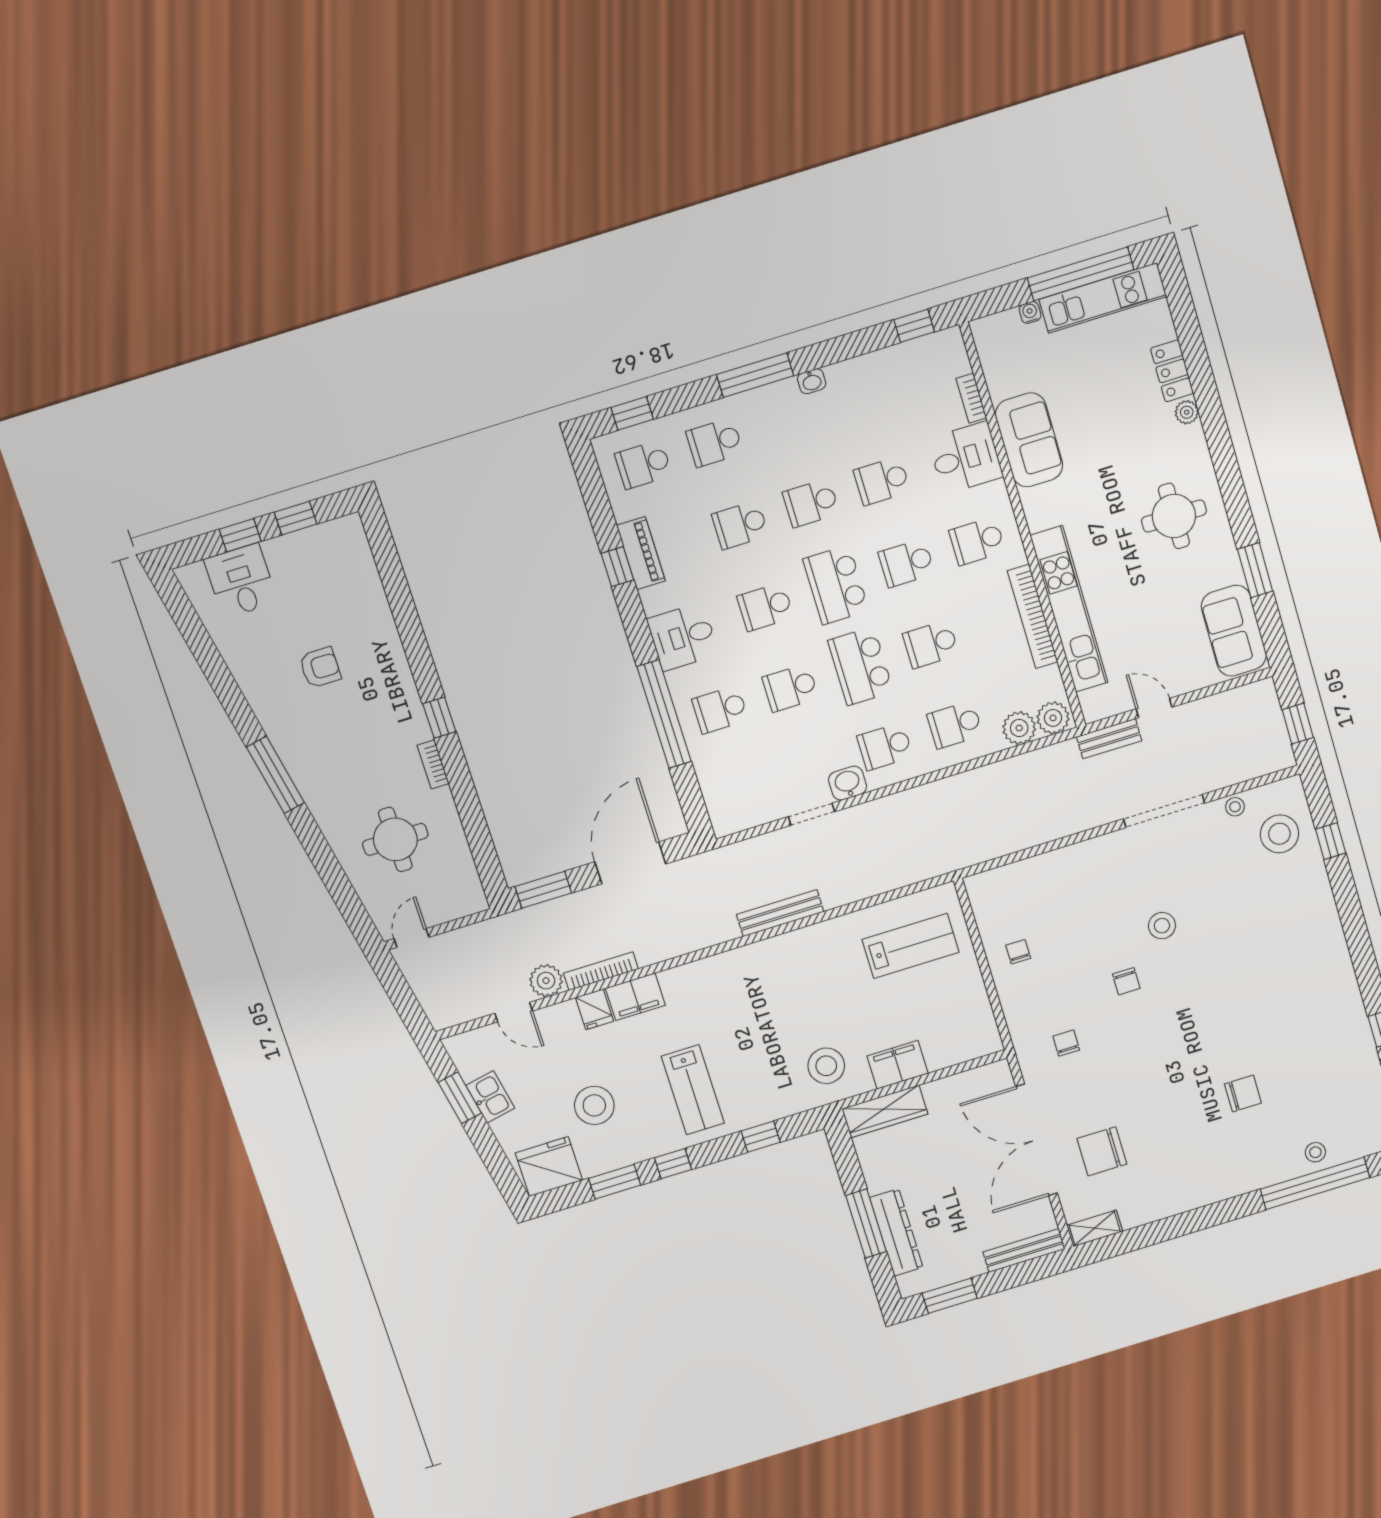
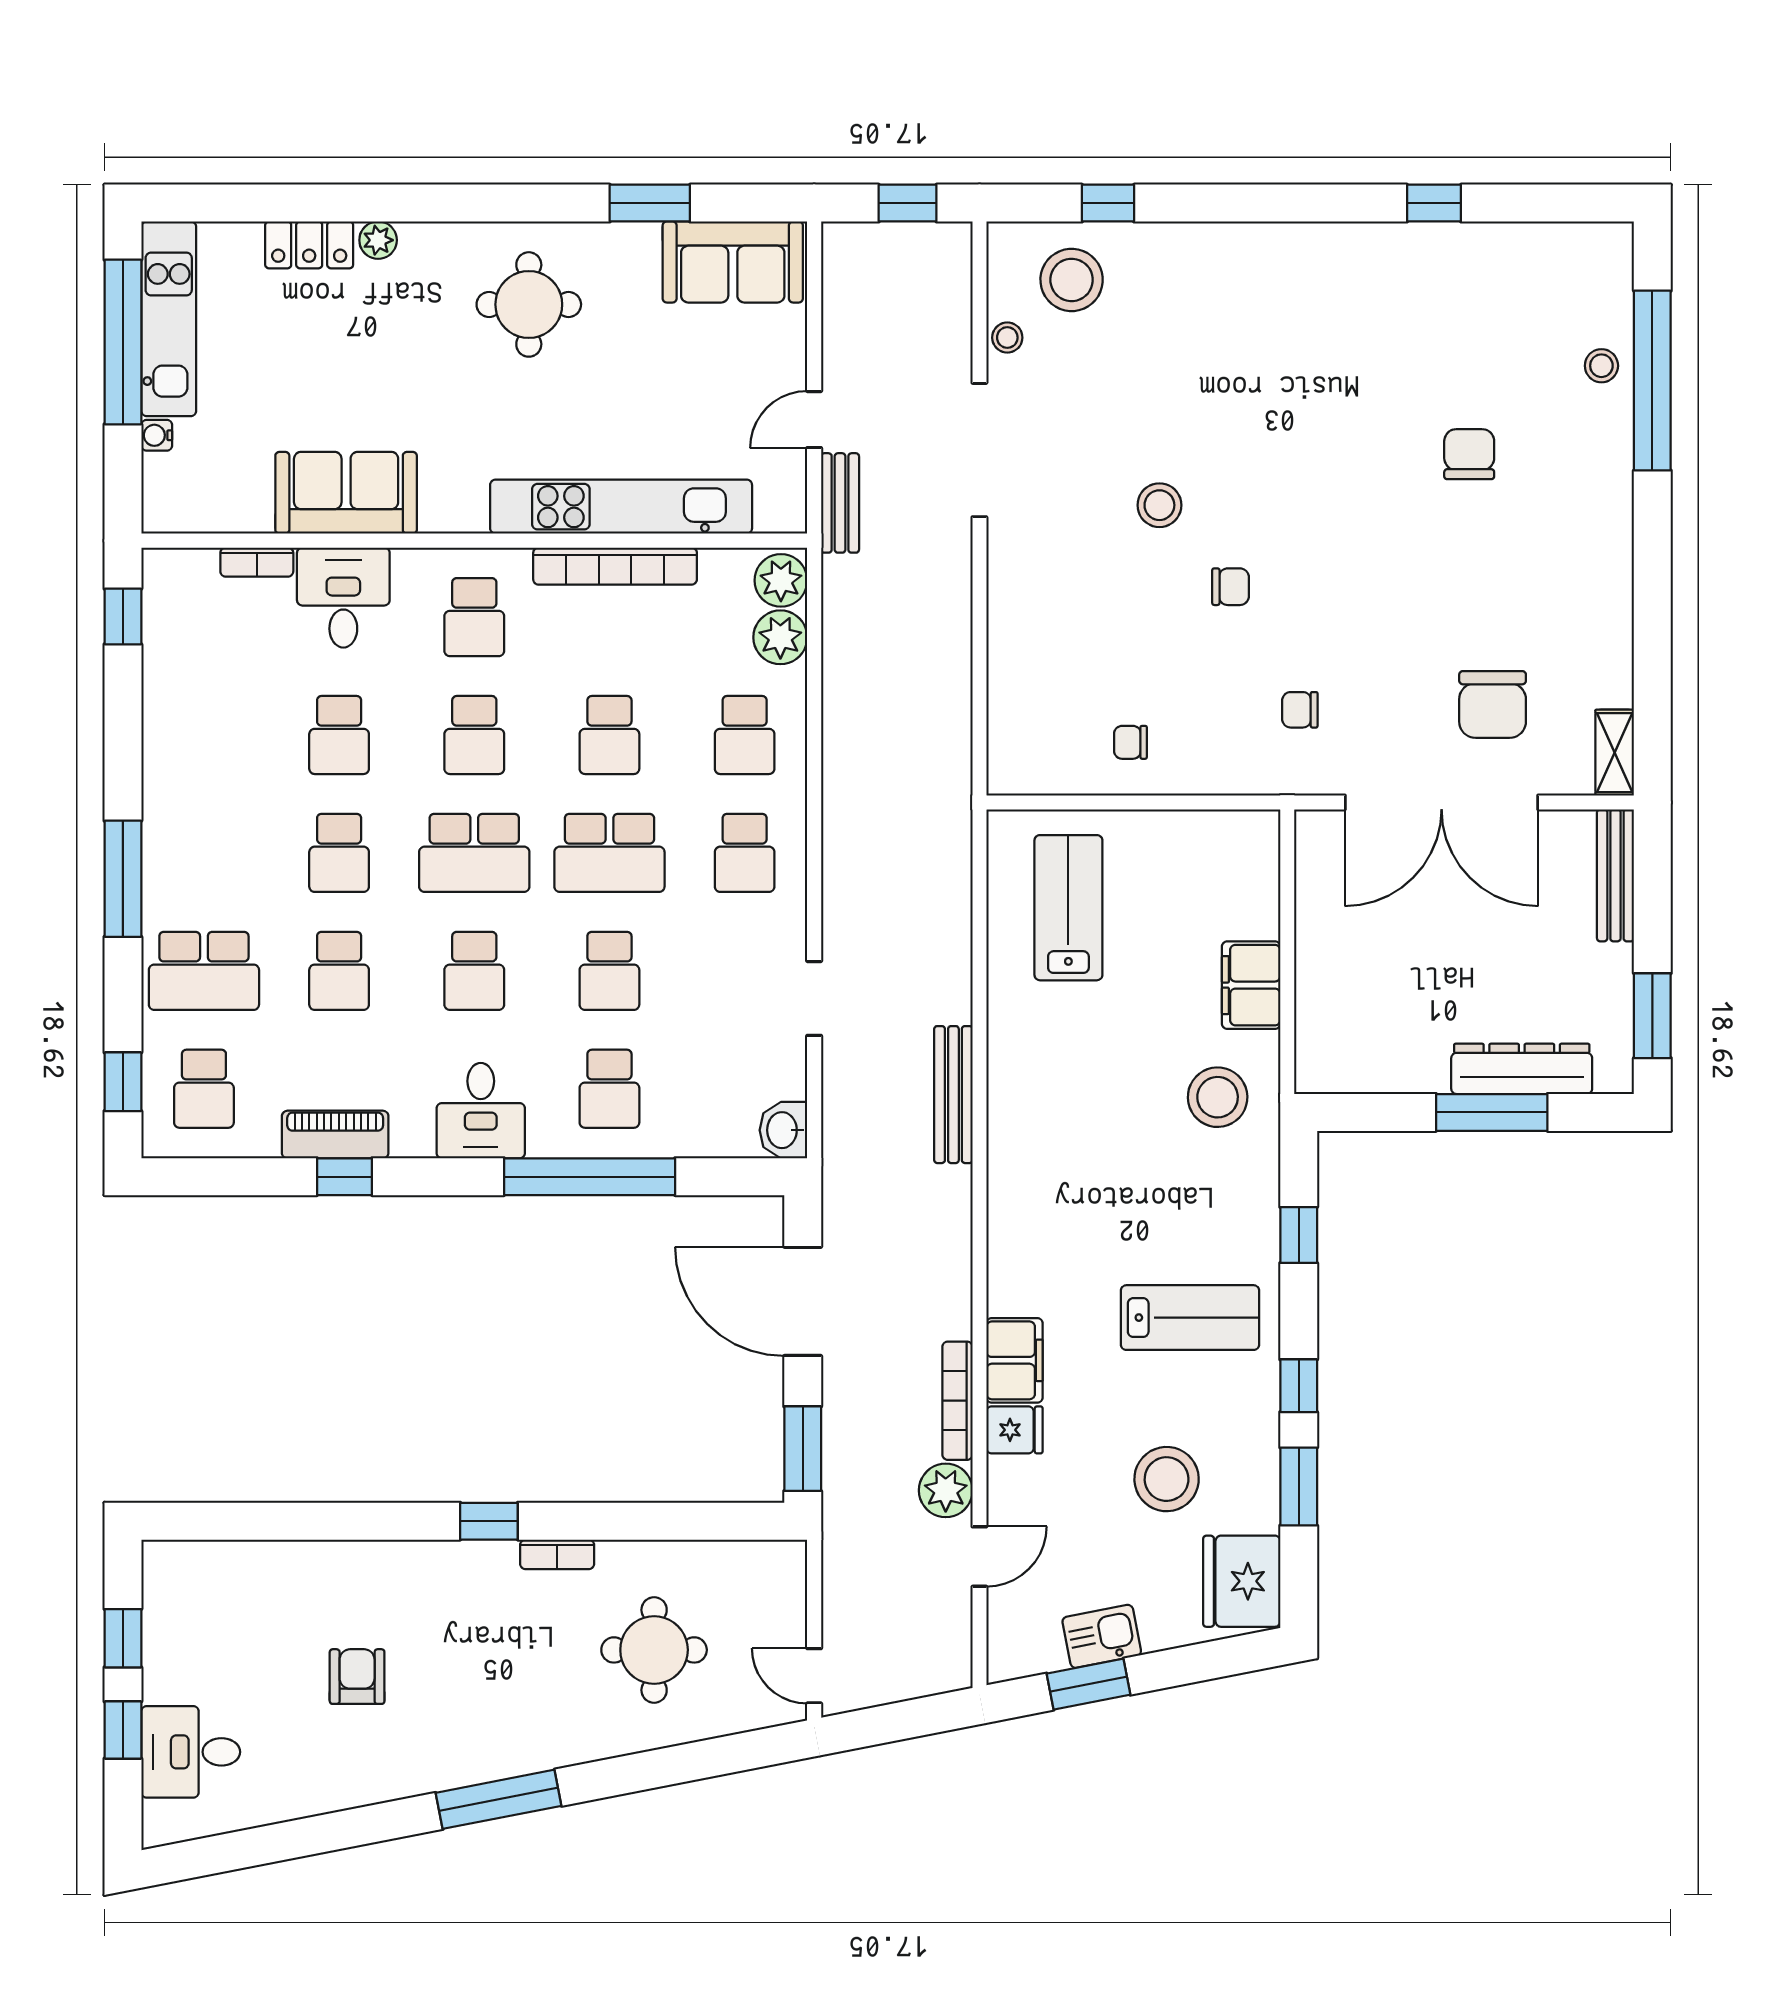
washbasin: (812, 381) -> (158, 796), removed
school desk: (715, 442) -> (204, 971), width x1.85
washbasin: (848, 783) -> (783, 1130), moved
wardrobe: (885, 1111) -> (1320, 1028), removed

